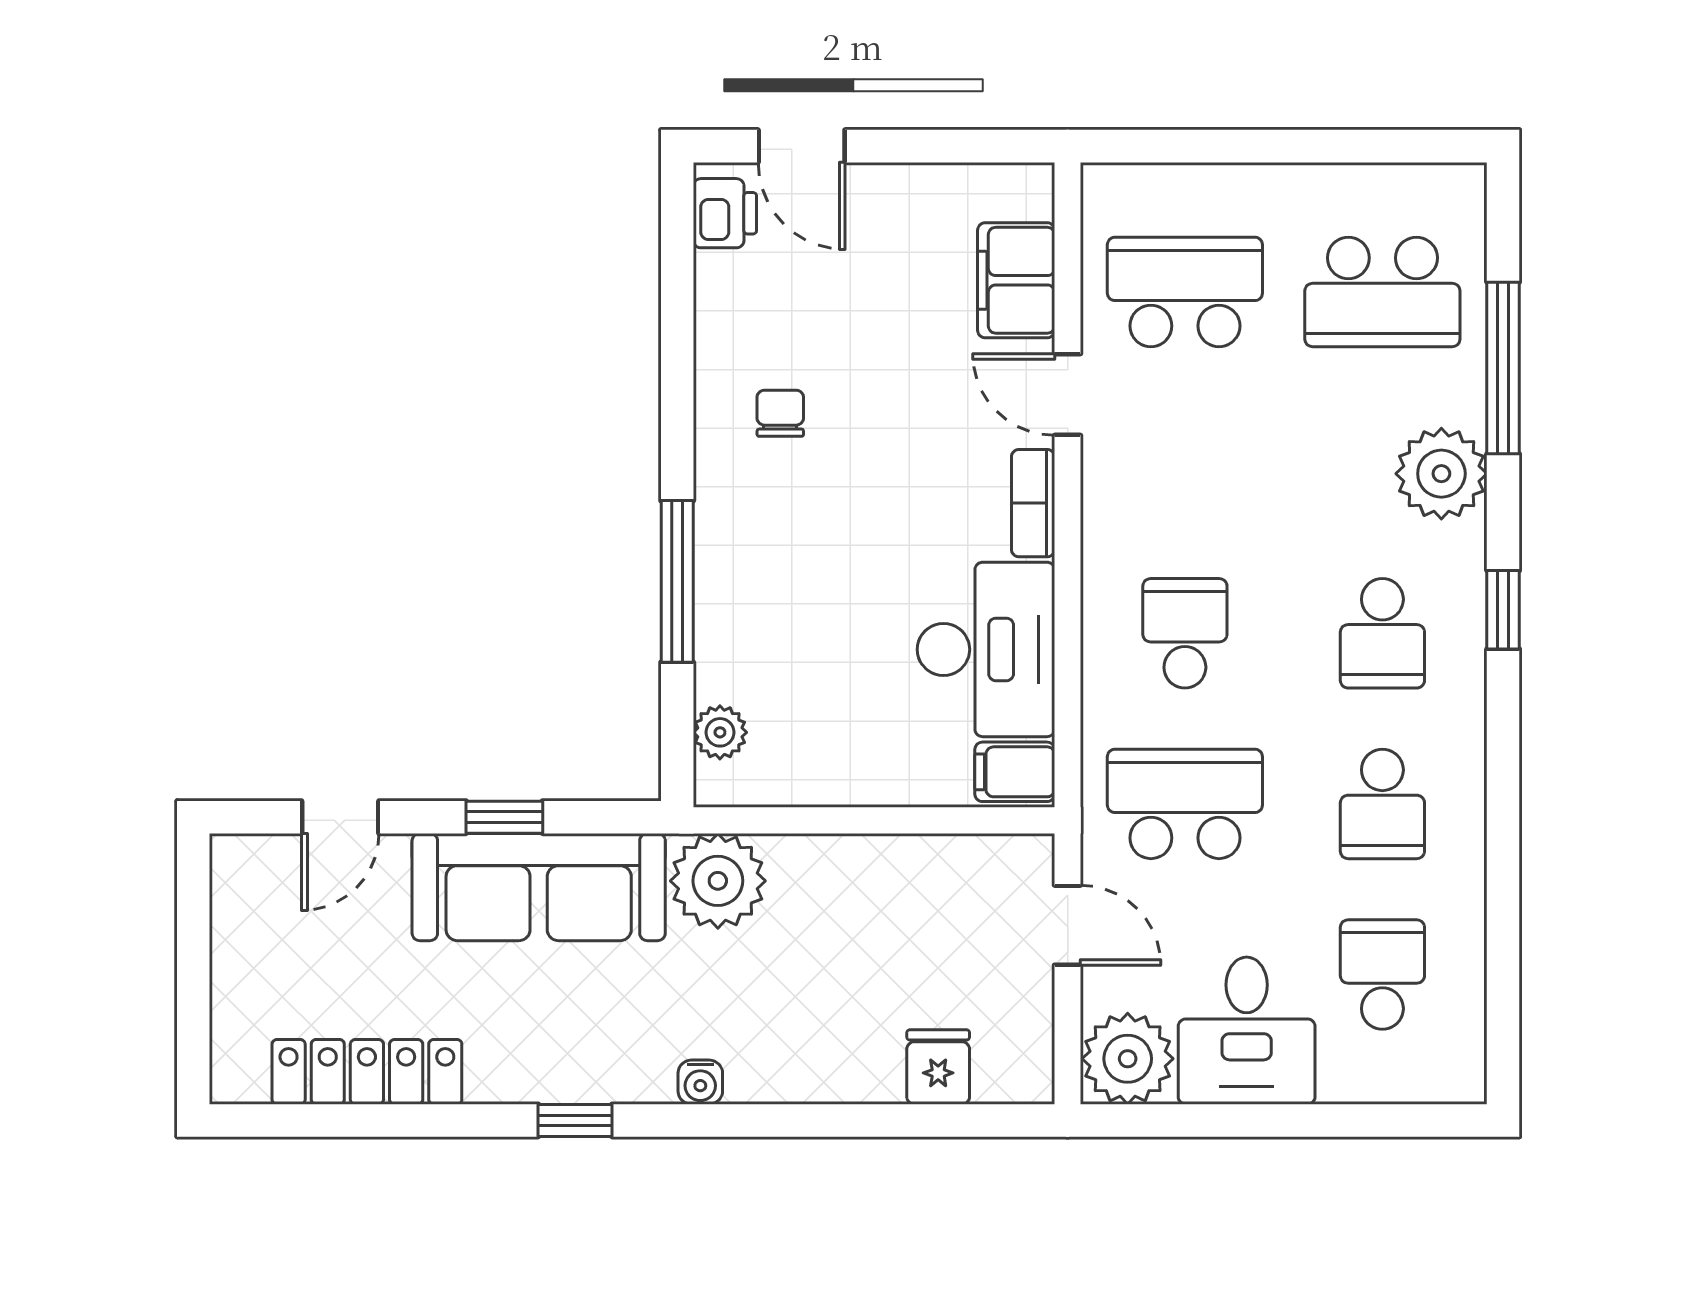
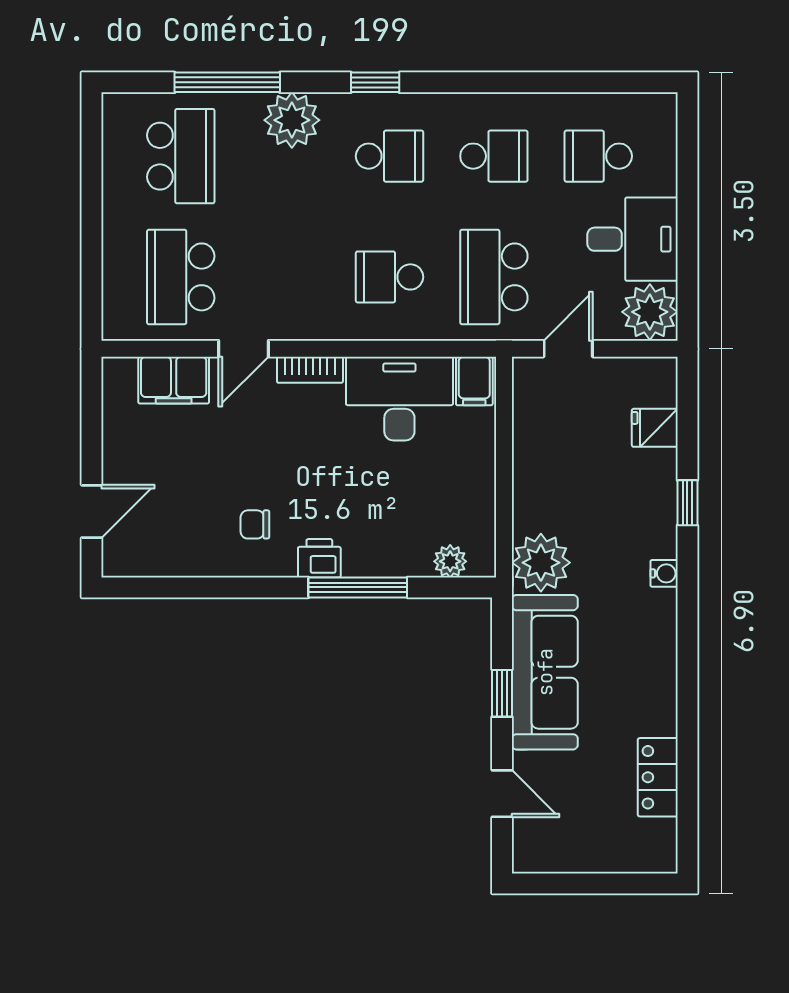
printer: (725, 213) -> (319, 558), moved
locker: (367, 1072) -> (658, 777), width x0.66
window: (575, 1120) -> (687, 503), moved

